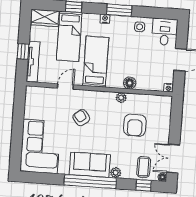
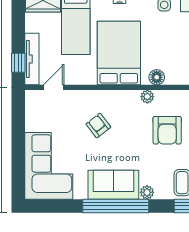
window: (23, 51) -> (18, 63), moved
bed: (96, 62) -> (119, 53), width x1.50
door: (65, 86) -> (54, 87), moved

